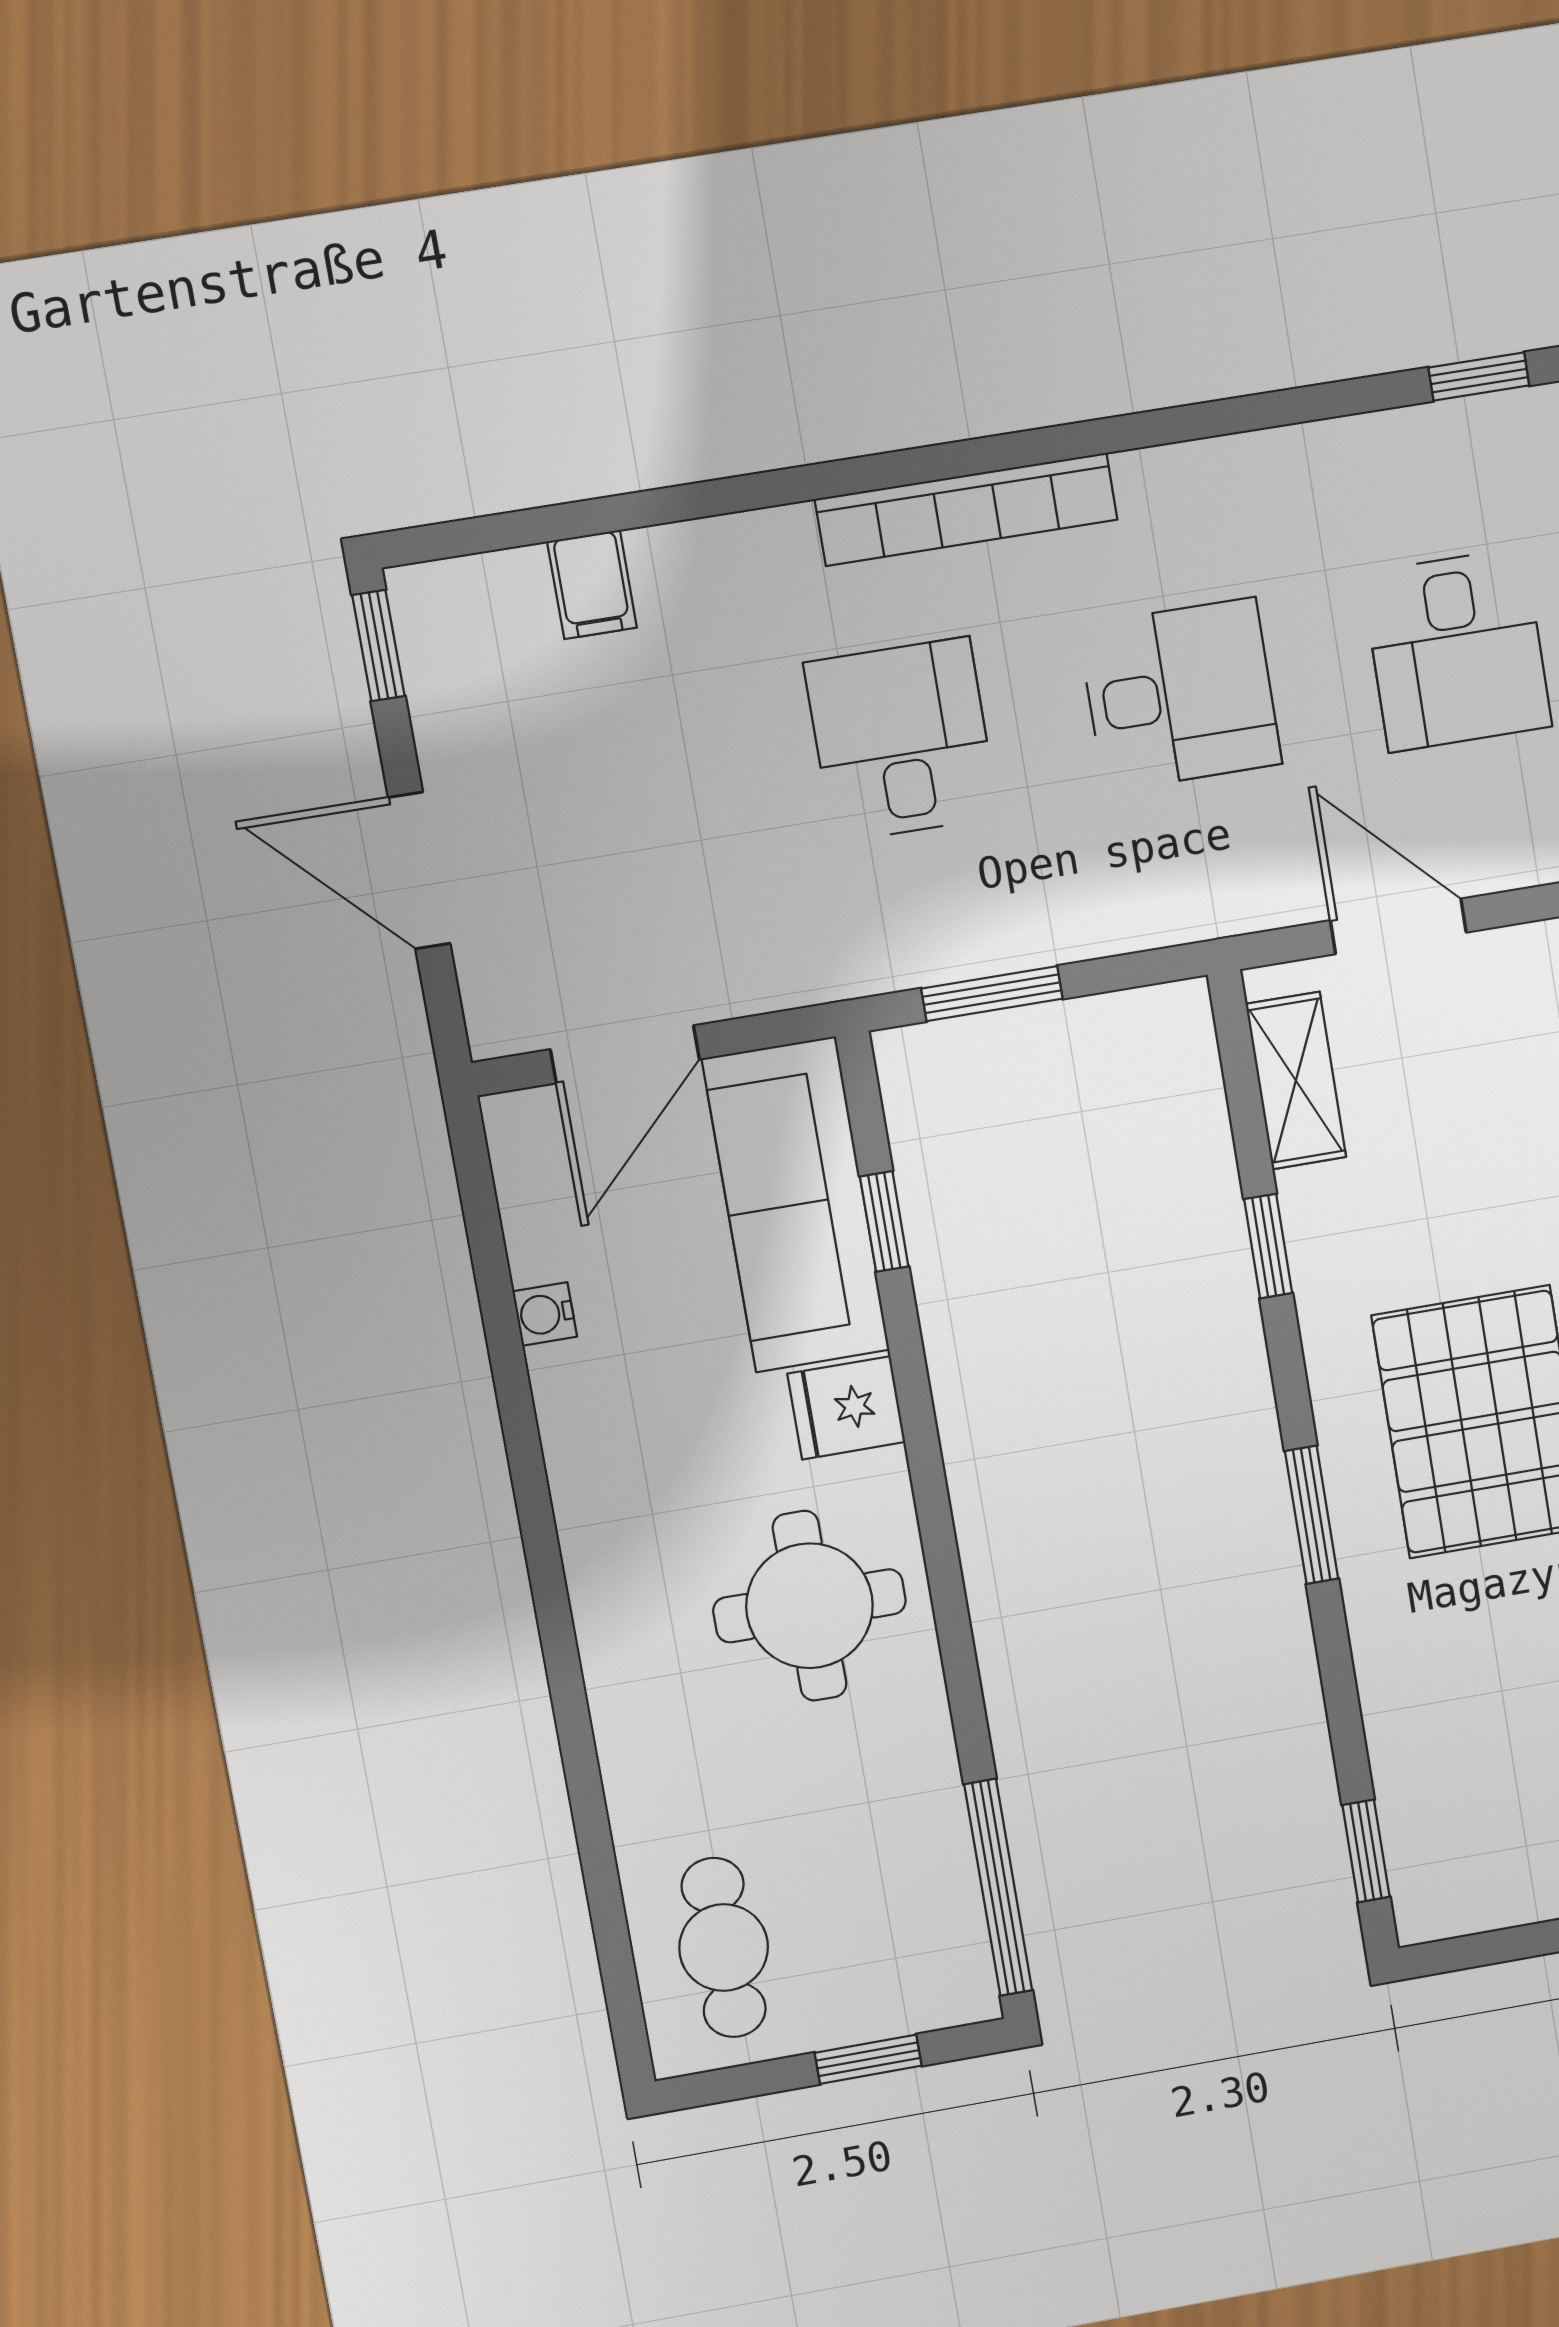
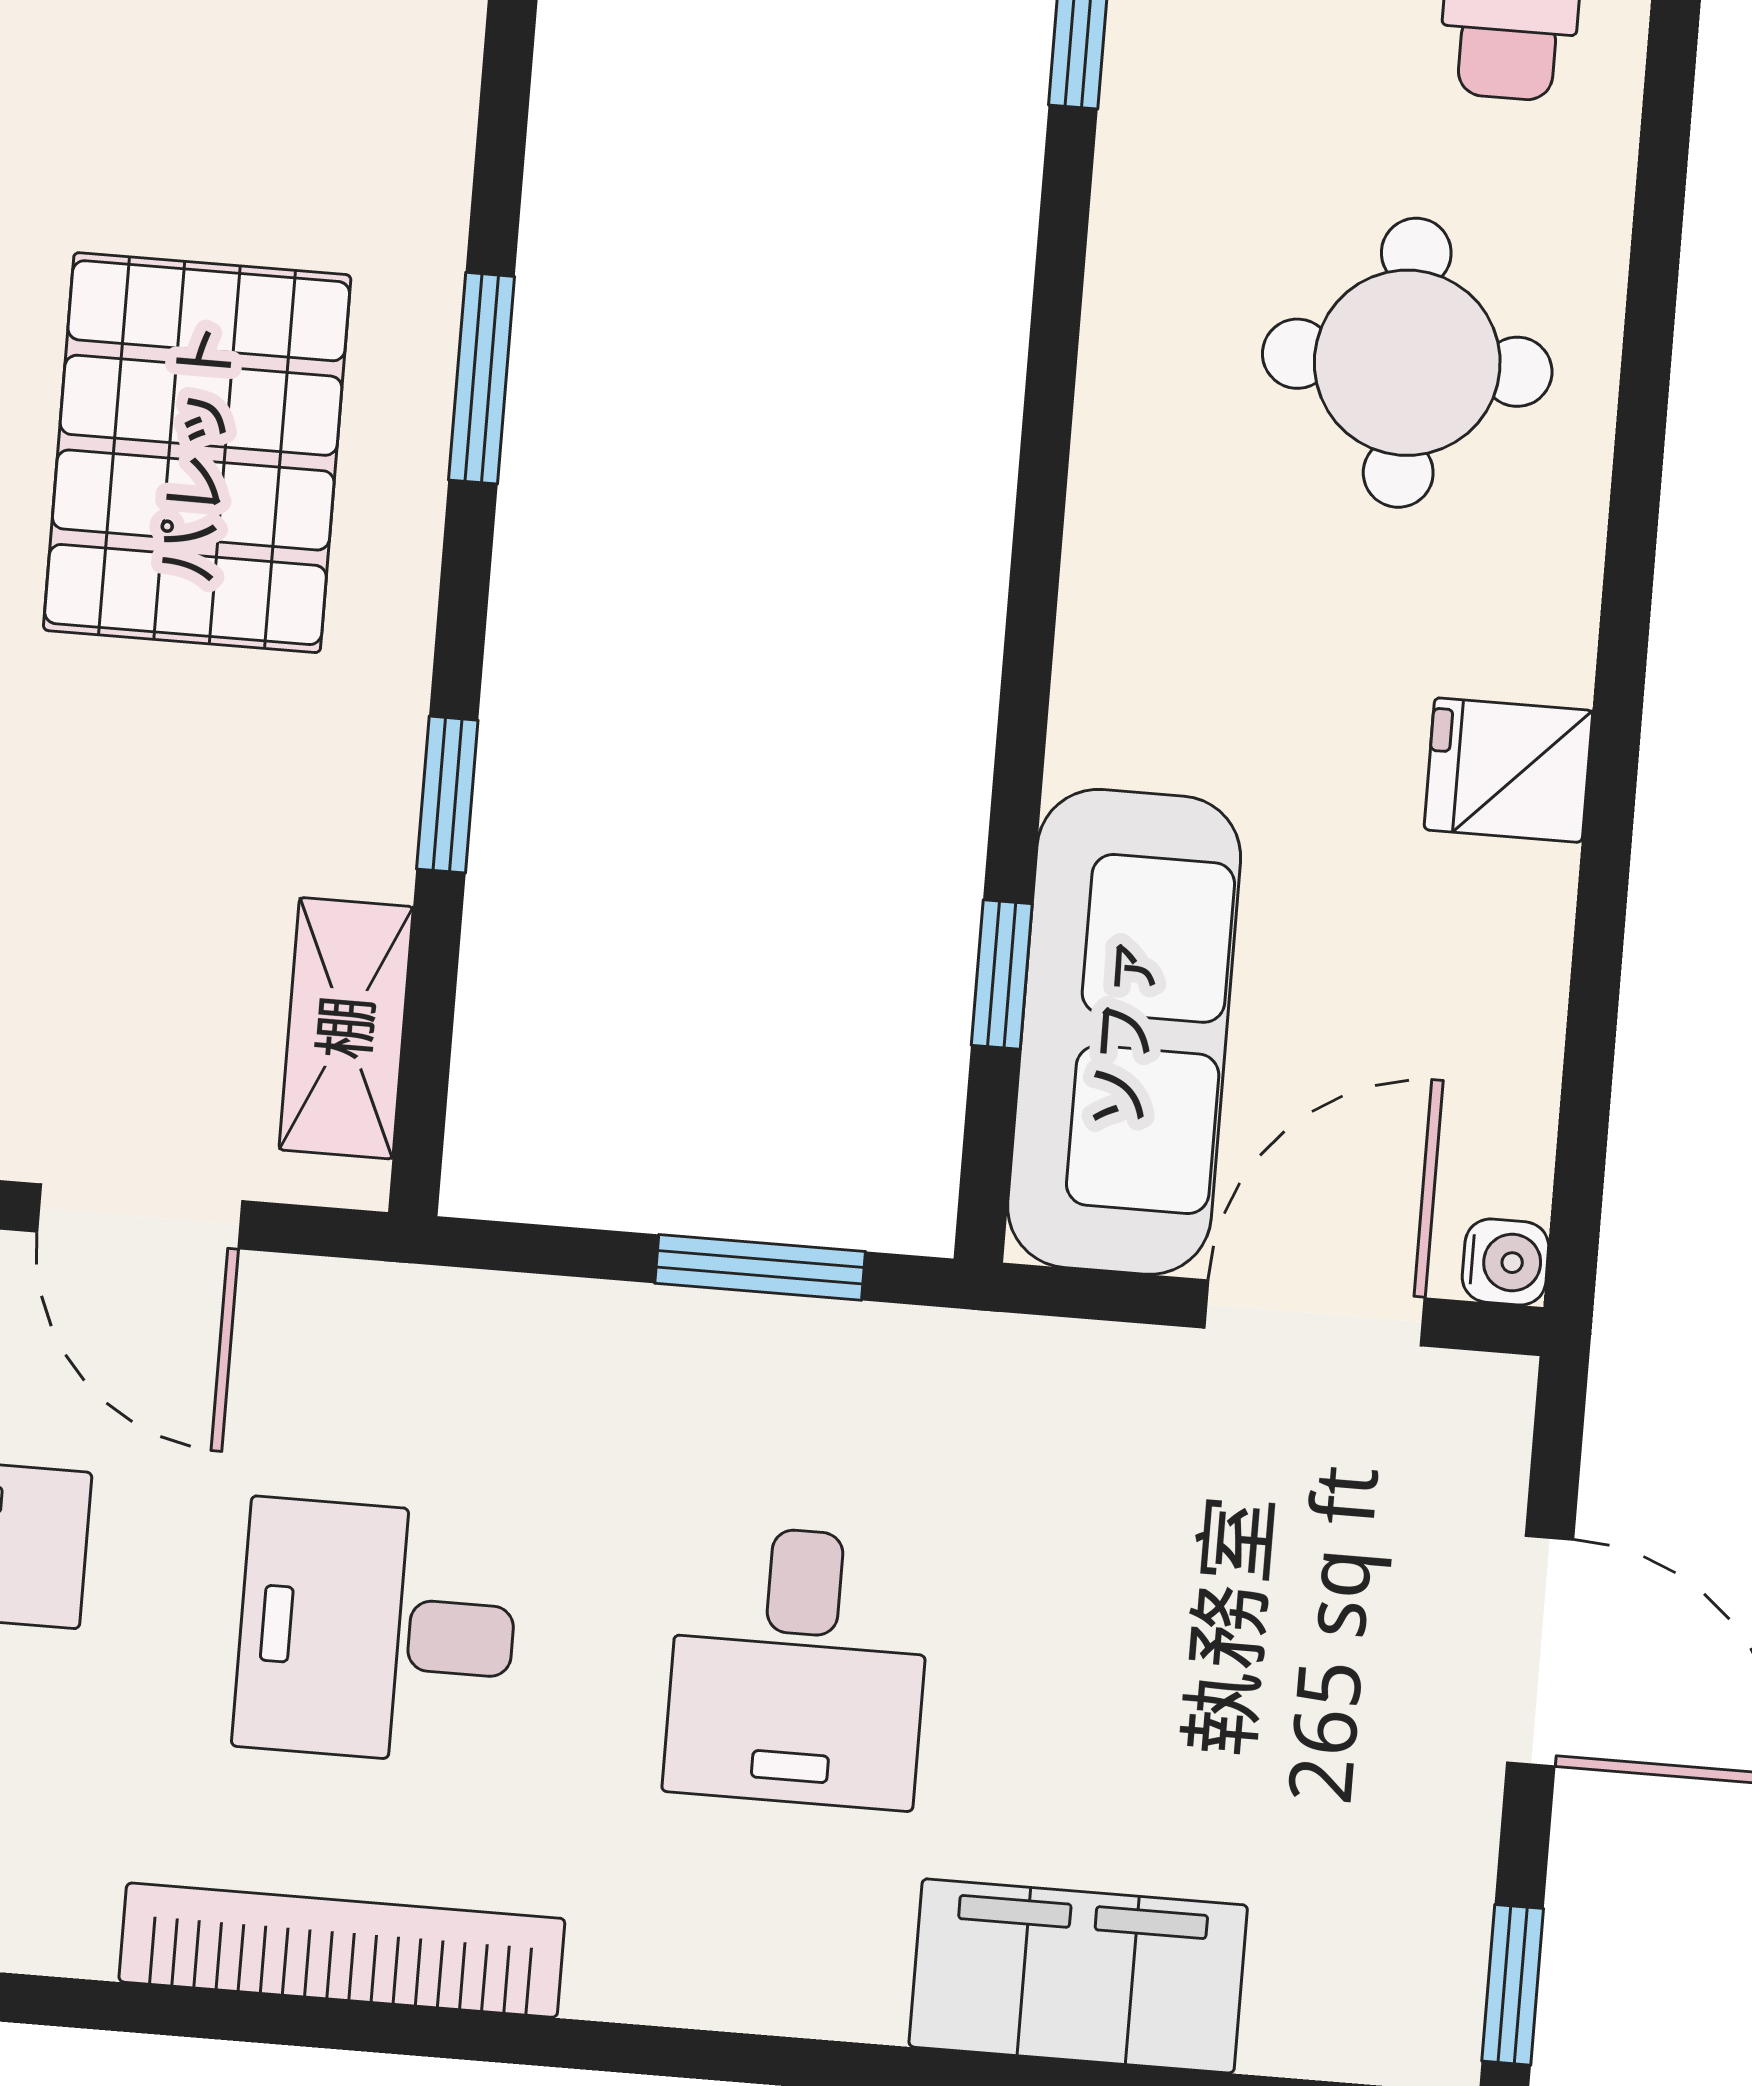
bookcase: (966, 509) -> (342, 1950), moved
filing cabinet: (592, 585) -> (1078, 1976), width x3.00, depth x1.17
water cooler: (545, 1314) -> (1505, 1262), moved
fridge: (846, 1408) -> (1508, 770), moved, turned 180
round table: (810, 1606) -> (1407, 363), moved

